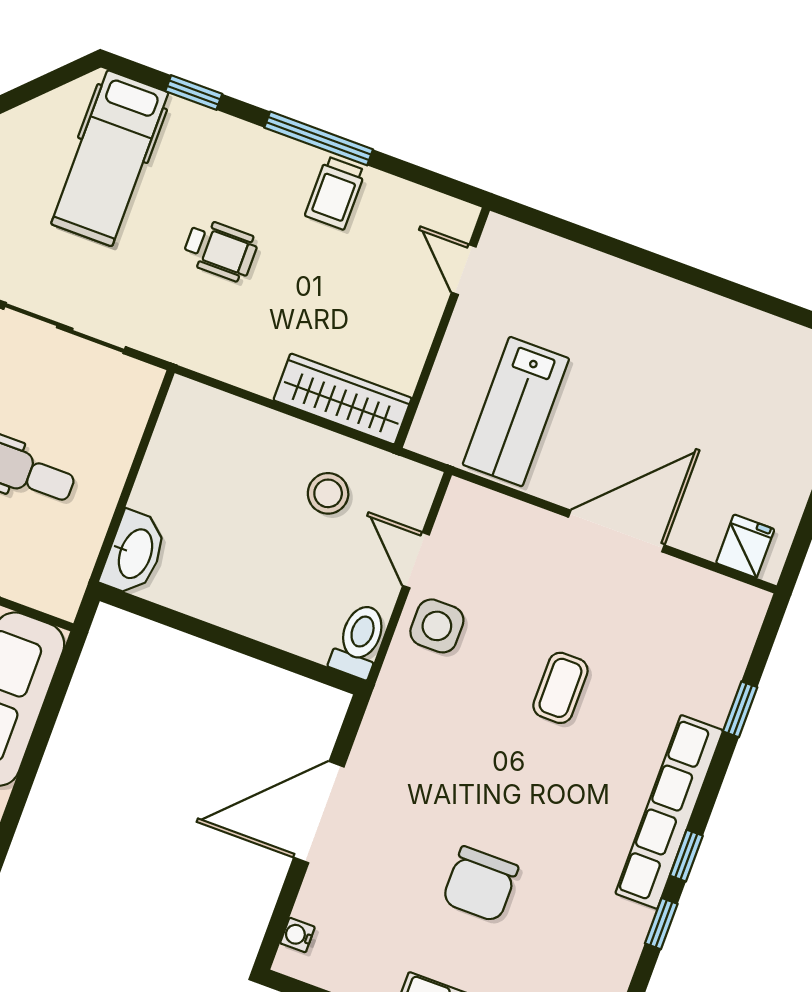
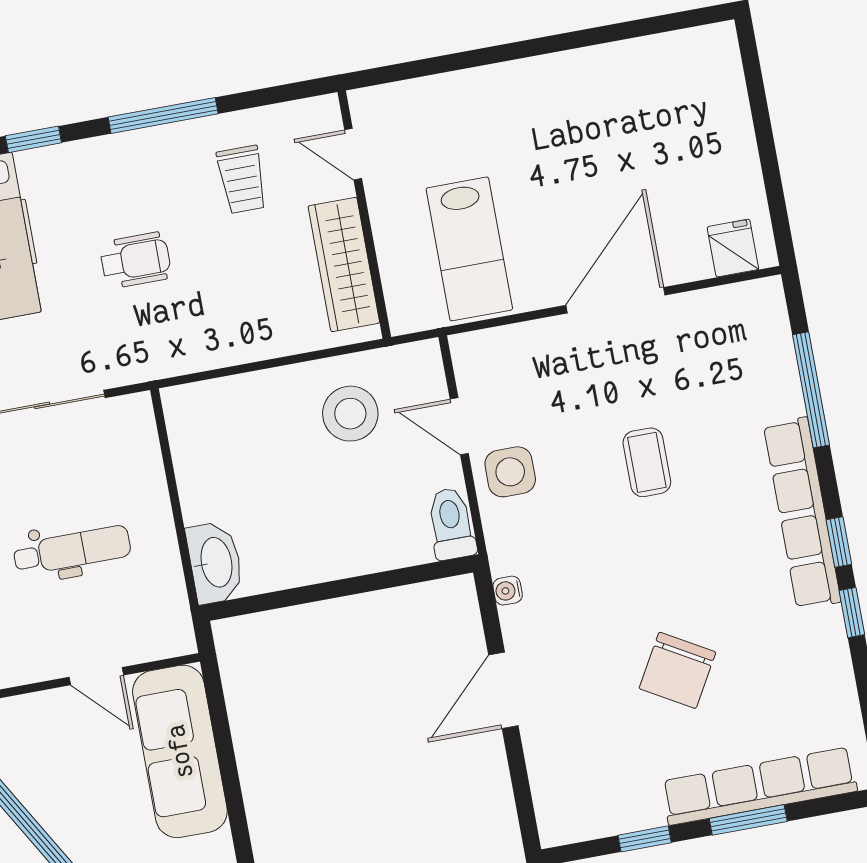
trolley: (335, 193) -> (242, 180), moved
wardrobe: (343, 399) -> (344, 265), moved, turned -90
stool: (328, 493) -> (350, 414), width x1.38, depth x1.38
window: (740, 709) -> (811, 390), width x2.17
door: (319, 812) -> (503, 690), width x0.73
chair: (480, 884) -> (677, 670), turned 30
water cooler: (297, 935) -> (508, 591), moved

